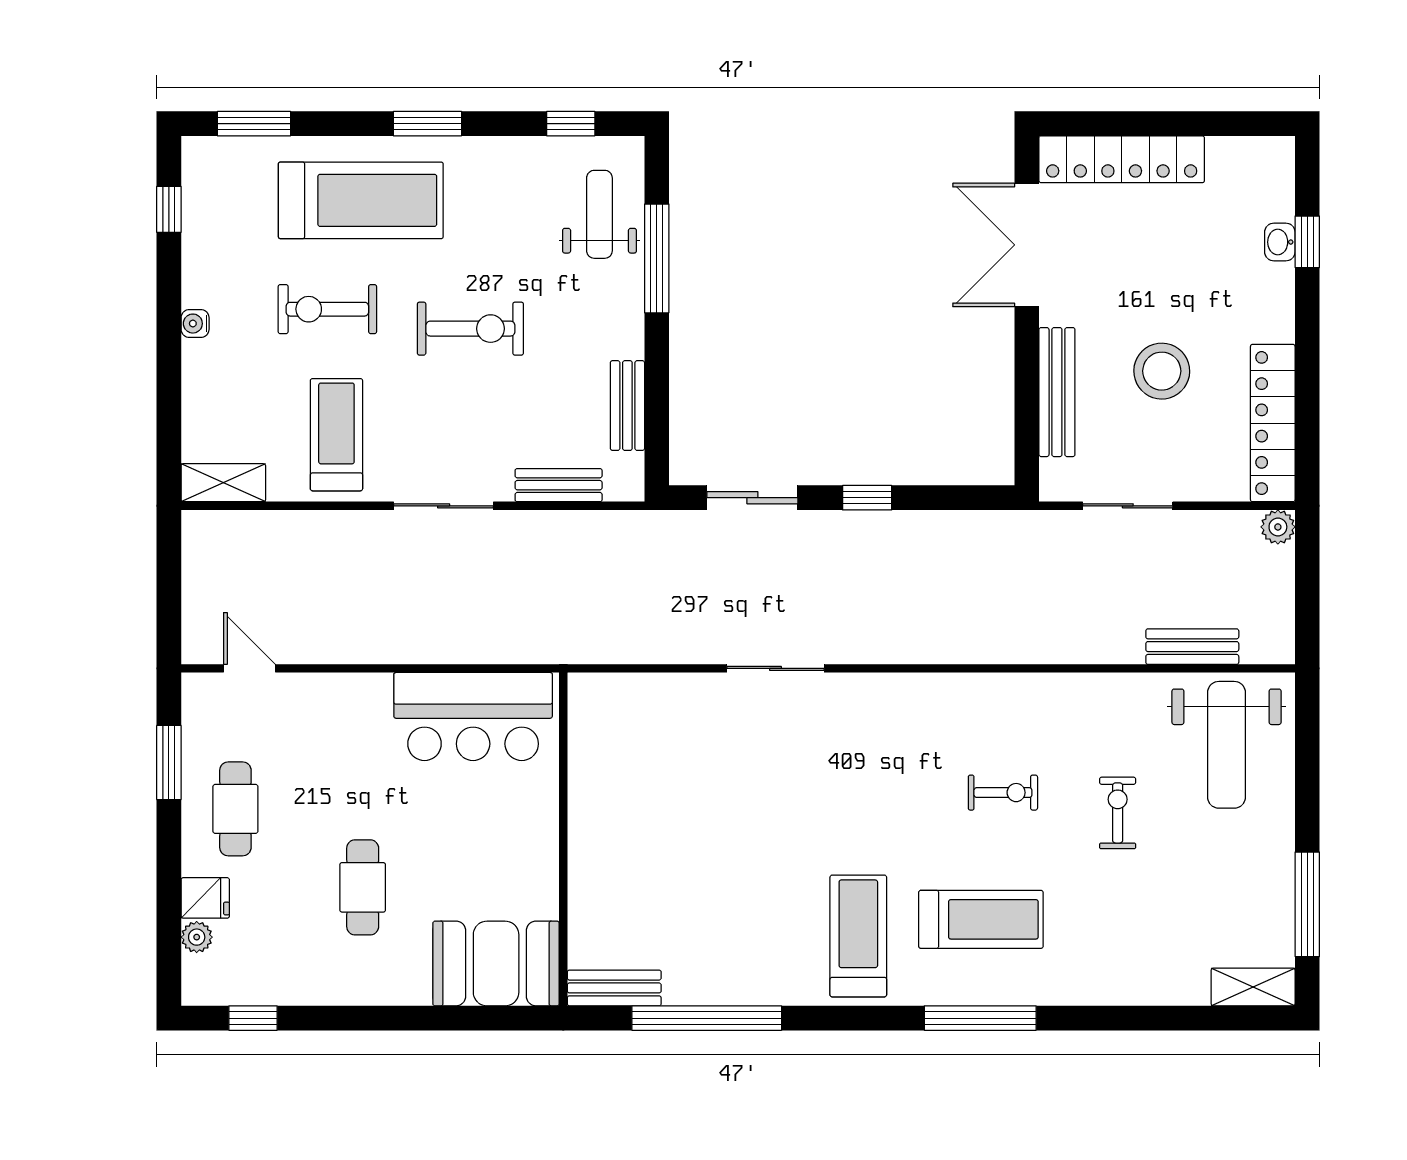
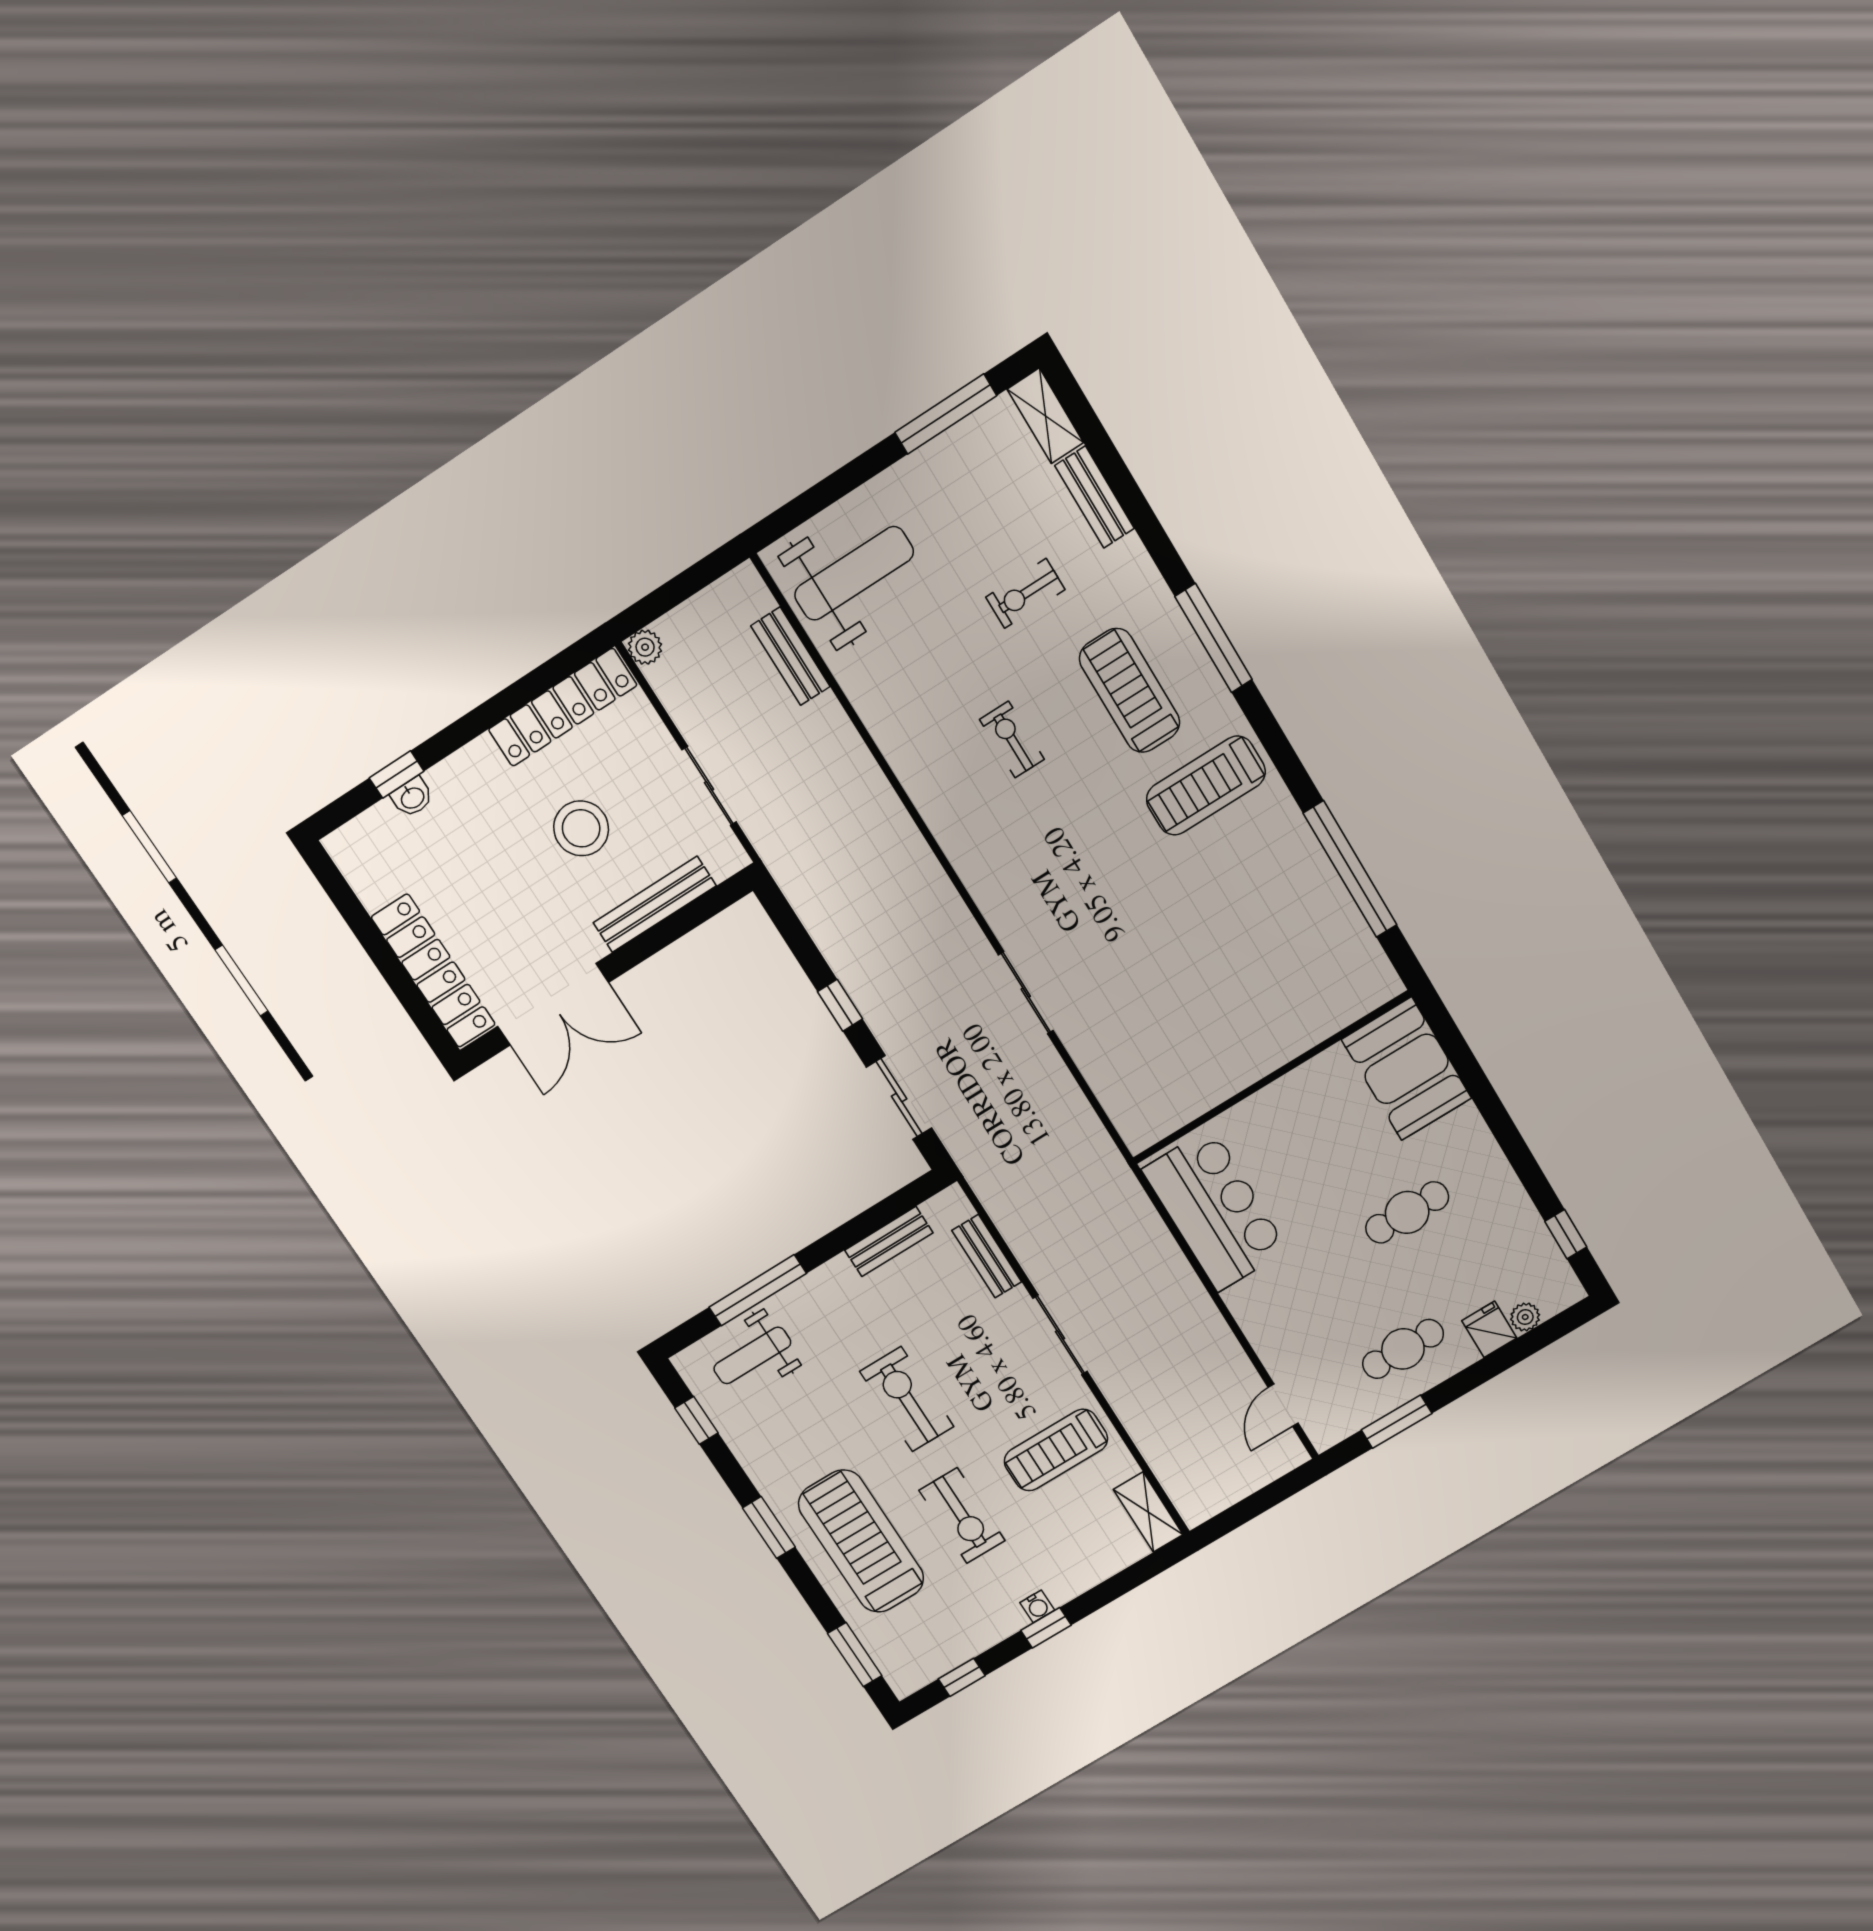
window: (169, 319) -> (1046, 1628), added
exercise bike: (1118, 813) -> (1025, 593), moved
bench: (614, 988) -> (1095, 497), moved

